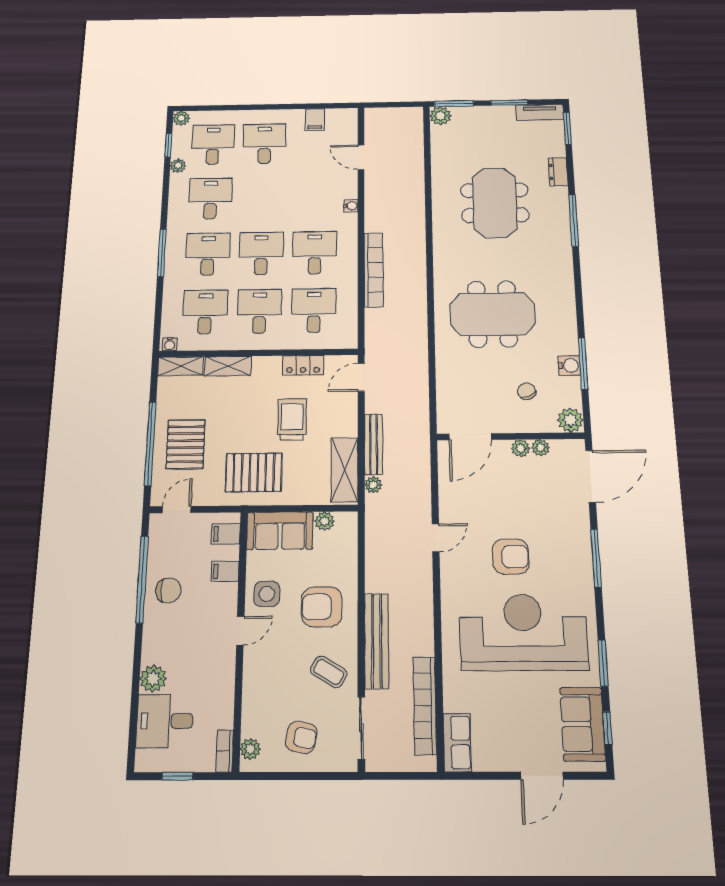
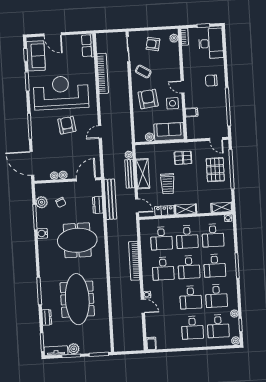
plant: (440, 116) -> (74, 349), moved
filing cabinet: (315, 120) -> (151, 343), moved
door: (361, 157) -> (143, 306), moved
desk: (263, 198) -> (191, 297), added
meeting table: (495, 203) -> (77, 299), width x1.36
water cooler: (569, 365) -> (42, 233), moved
shelving: (228, 366) -> (186, 209), moved
door: (361, 377) -> (137, 206), hinge flipped
dresser: (446, 383) -> (98, 205), added
plant: (570, 420) -> (42, 202), moved
shelving: (345, 470) -> (143, 174), moved
pallet: (254, 473) -> (183, 158), width x0.67, depth x0.71
door: (591, 476) -> (32, 163), hinge flipped
door: (177, 510) -> (216, 139), hinge flipped
filing cabinet: (226, 534) -> (193, 129), removed
armchair: (511, 557) -> (67, 125), turned 82
chair: (168, 590) -> (211, 81), moved
armchair: (322, 607) -> (148, 99), turned -97
door: (240, 631) -> (183, 87), hinge flipped
reception desk: (523, 632) -> (61, 93), turned 180
bench: (377, 641) -> (110, 199), moved
plant: (153, 679) -> (218, 65), removed
bookcase: (425, 706) -> (103, 73), moved
desk: (165, 721) -> (211, 43), width x1.37
door: (542, 776) -> (53, 34), swing flipped

